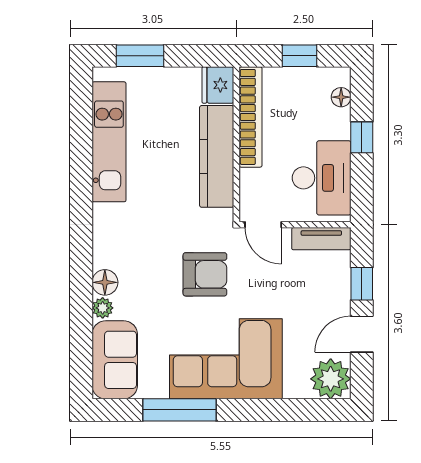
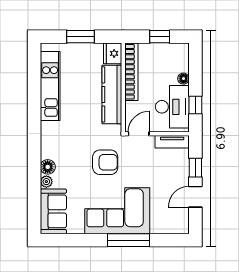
window: (140, 56) -> (81, 37), moved
floor lamp: (341, 97) -> (183, 79), moved
window: (362, 137) -> (195, 105), moved
door: (263, 225) -> (139, 134), swing flipped
plant: (331, 379) -> (177, 222), removed
window: (180, 410) -> (129, 240), moved

